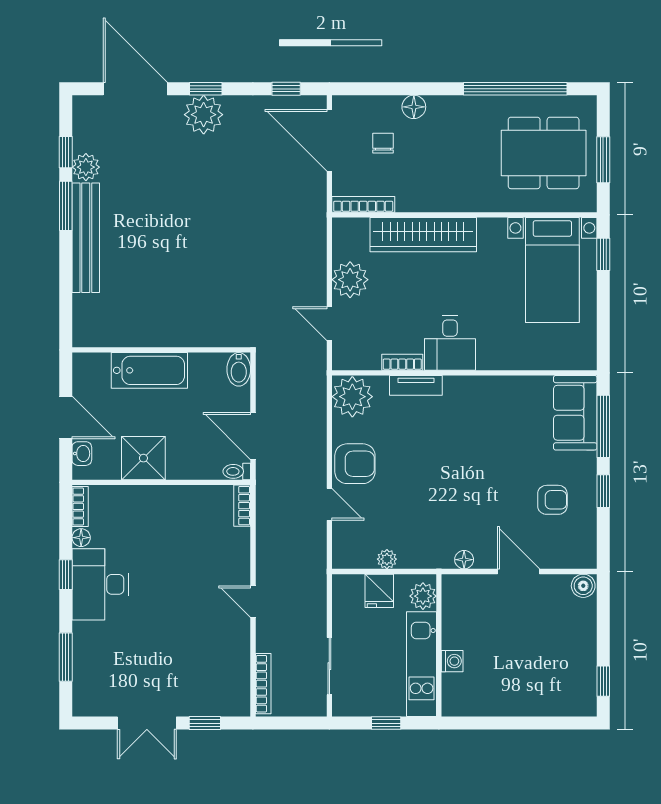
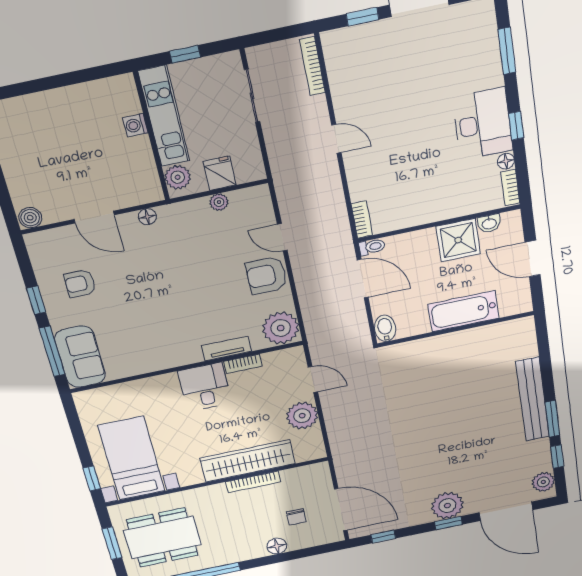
plant: (86, 167) -> (543, 482), moved
bookcase: (363, 204) -> (253, 482), moved
washbasin: (82, 454) -> (489, 223), moved, turned -90

